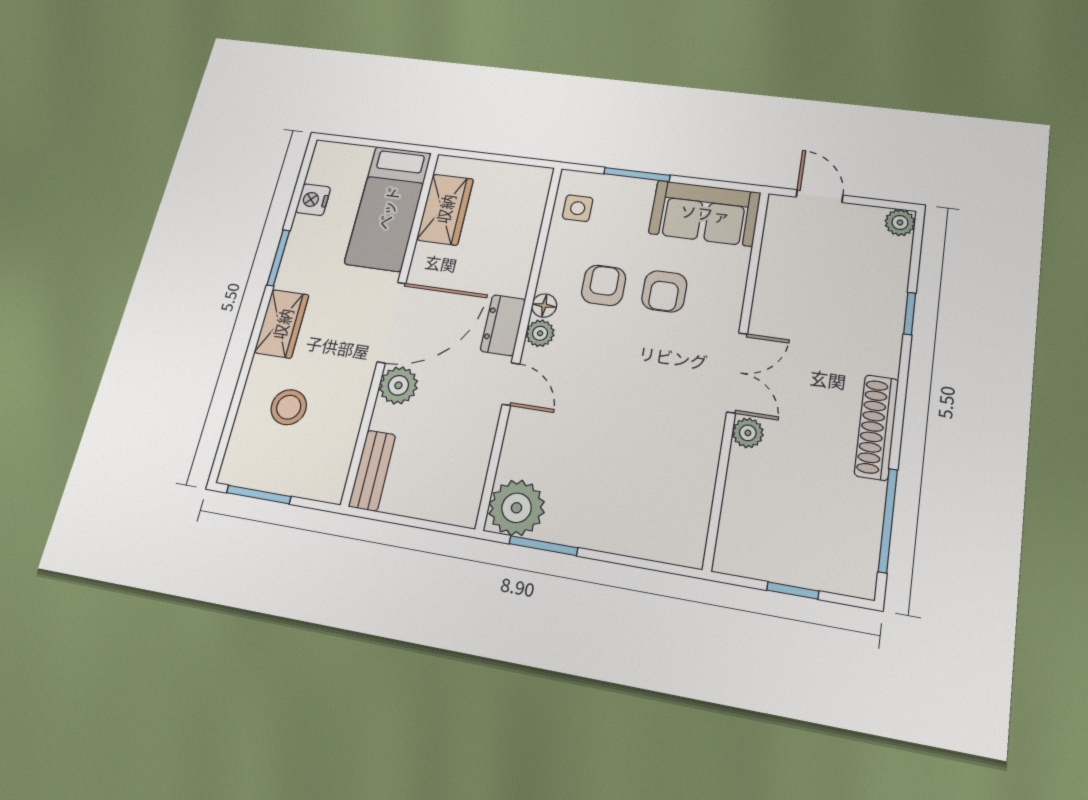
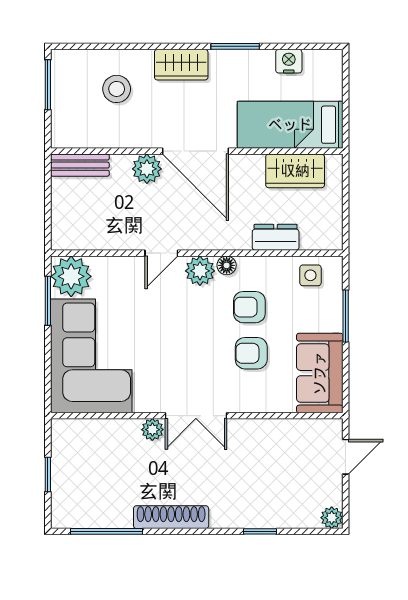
armchair: (604, 285) -> (249, 307), turned 180
dresser: (503, 325) -> (276, 237), moved
plant: (540, 333) -> (200, 271), width x1.38, depth x1.38
corner sofa: (631, 499) -> (91, 356), added

